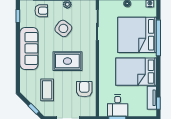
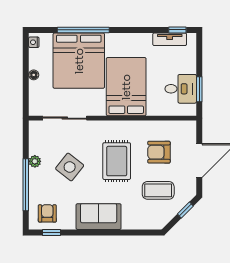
armchair: (41, 11) -> (47, 213), moved
sofa: (29, 48) -> (99, 217), width x0.73
bed: (136, 72) -> (126, 87), moved, turned 180
armchair: (84, 89) -> (159, 152), moved

